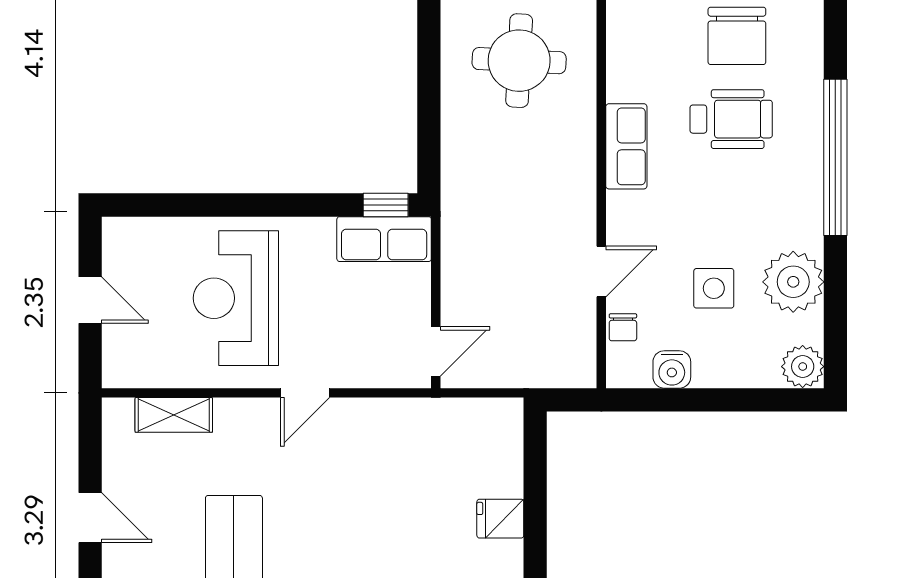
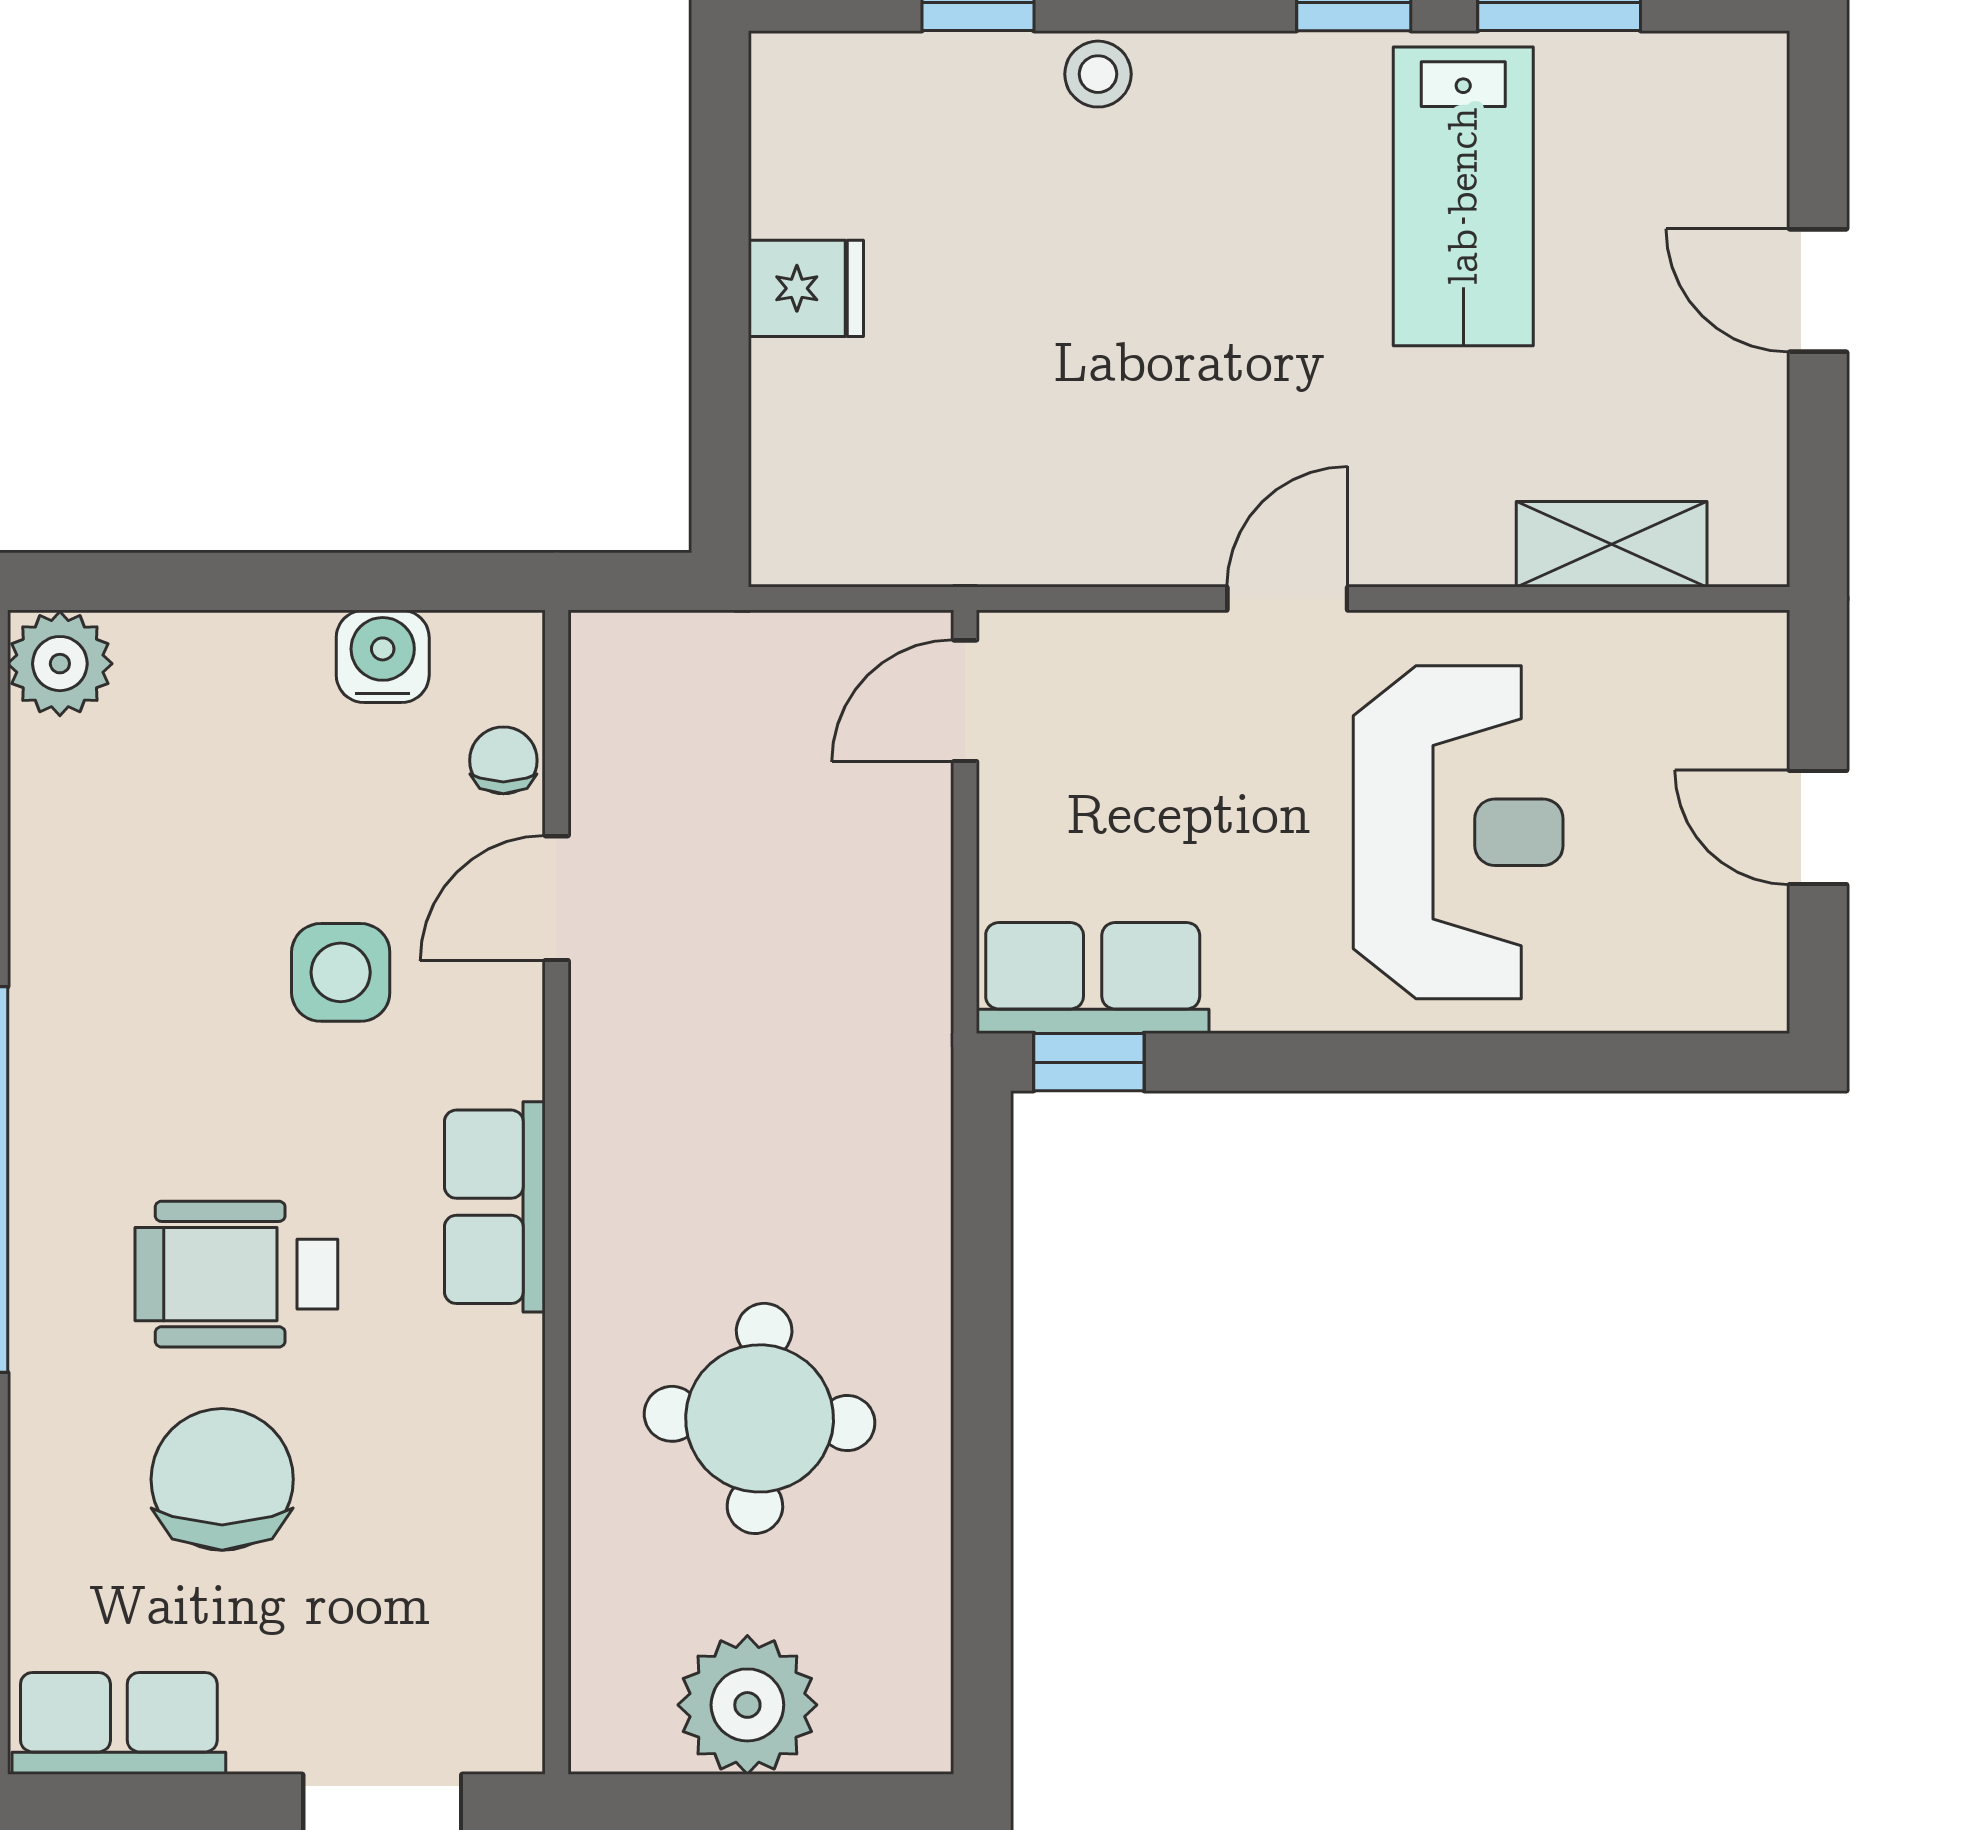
plant: (793, 282) -> (83, 873), removed
side table: (714, 288) -> (341, 972), moved

